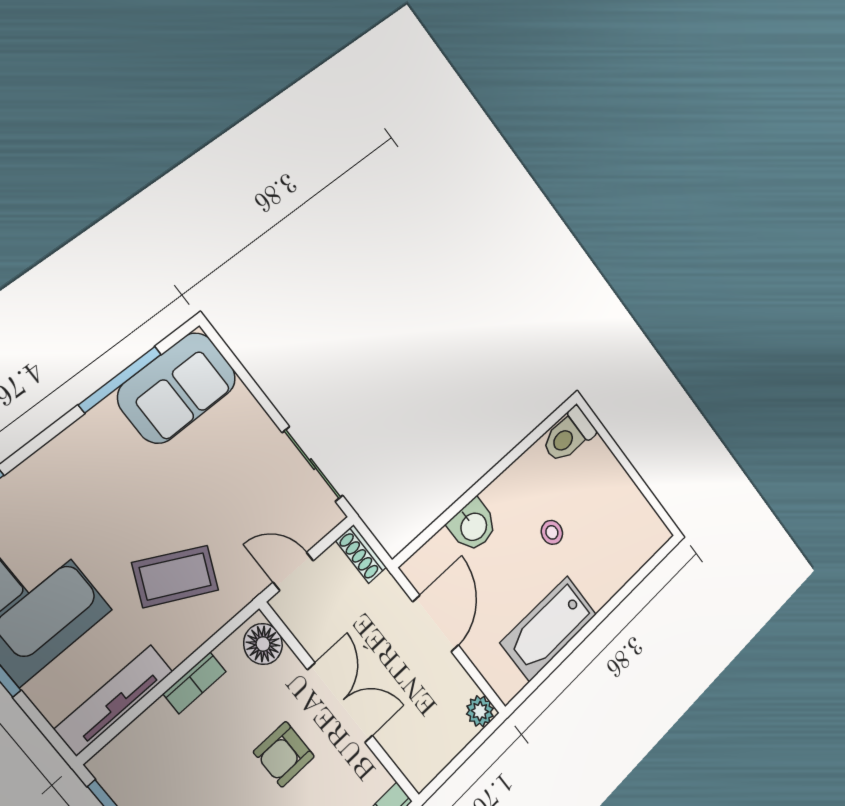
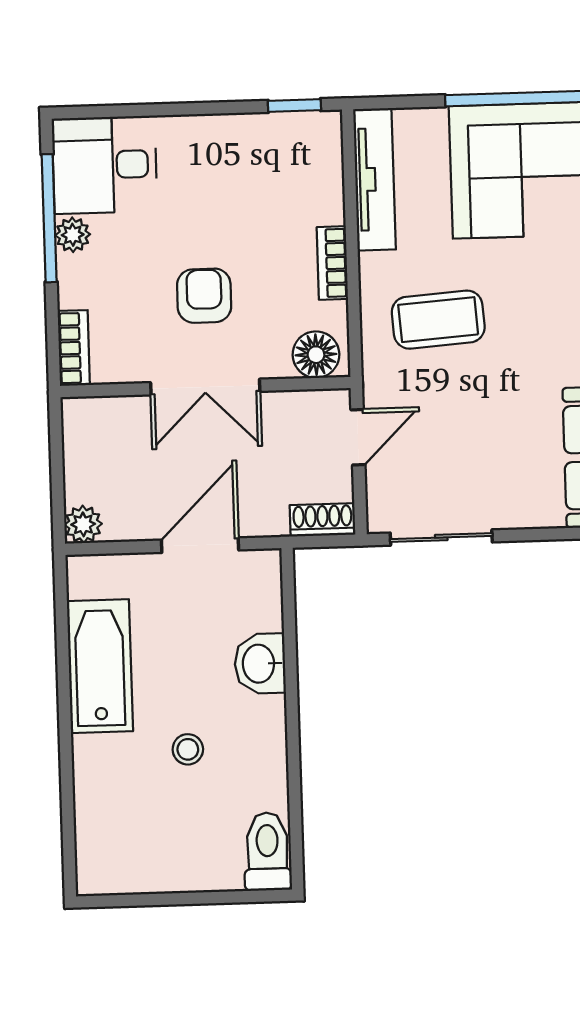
coffee table: (175, 576) -> (438, 320), turned 60
door: (436, 623) -> (200, 545), swing flipped

